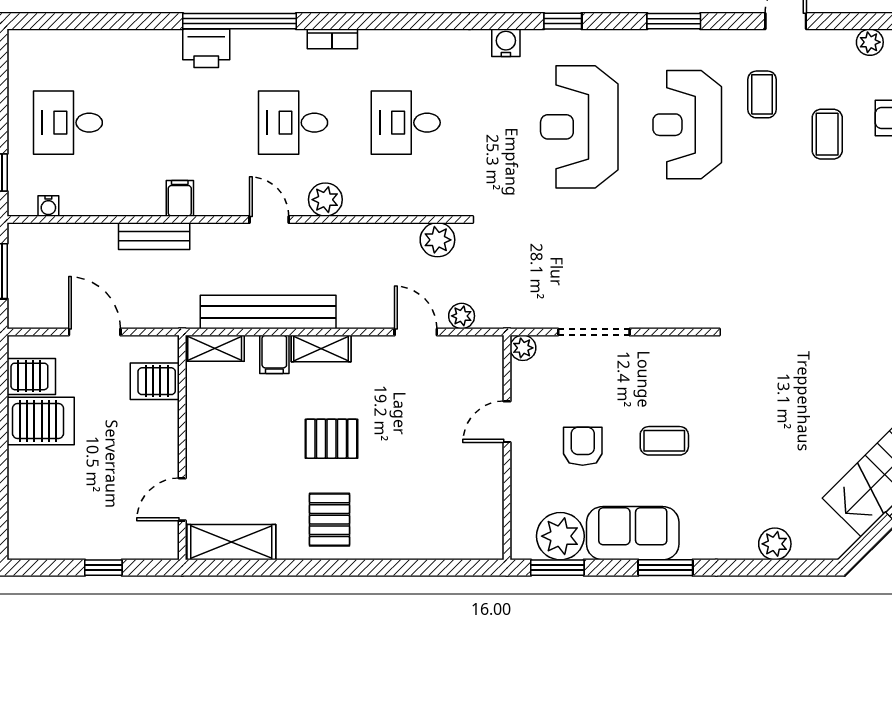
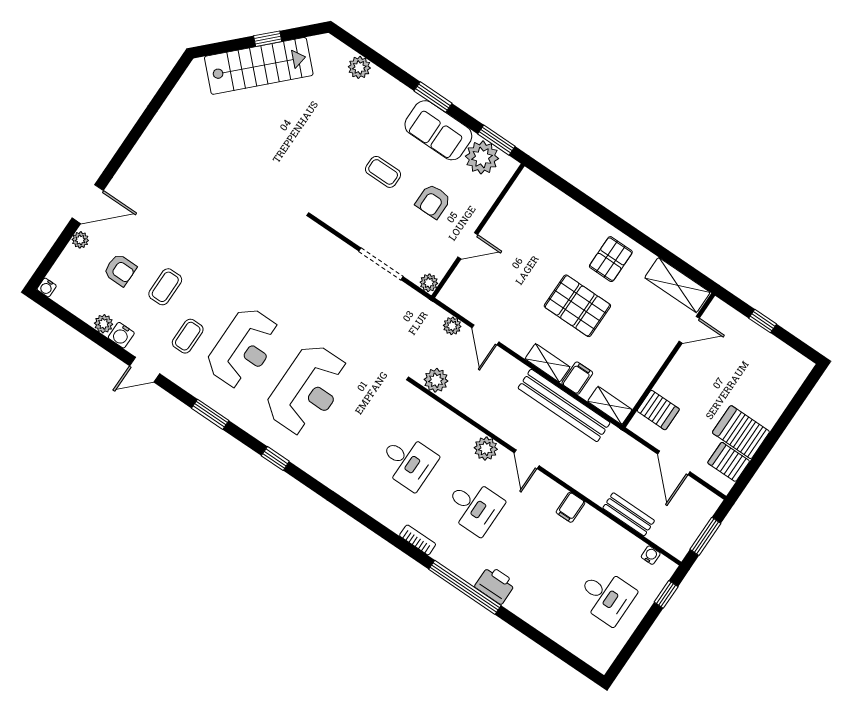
water cooler: (506, 43) -> (121, 335), moved
bench: (154, 236) -> (629, 514), moved
pallet: (331, 439) -> (577, 306), width x1.50, depth x1.42

